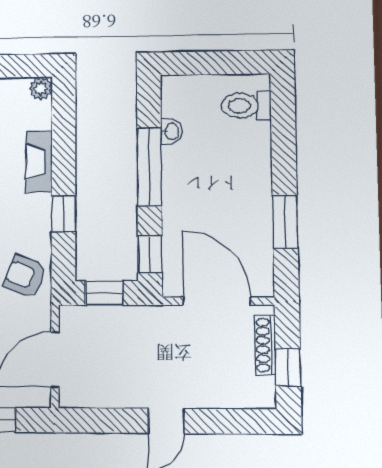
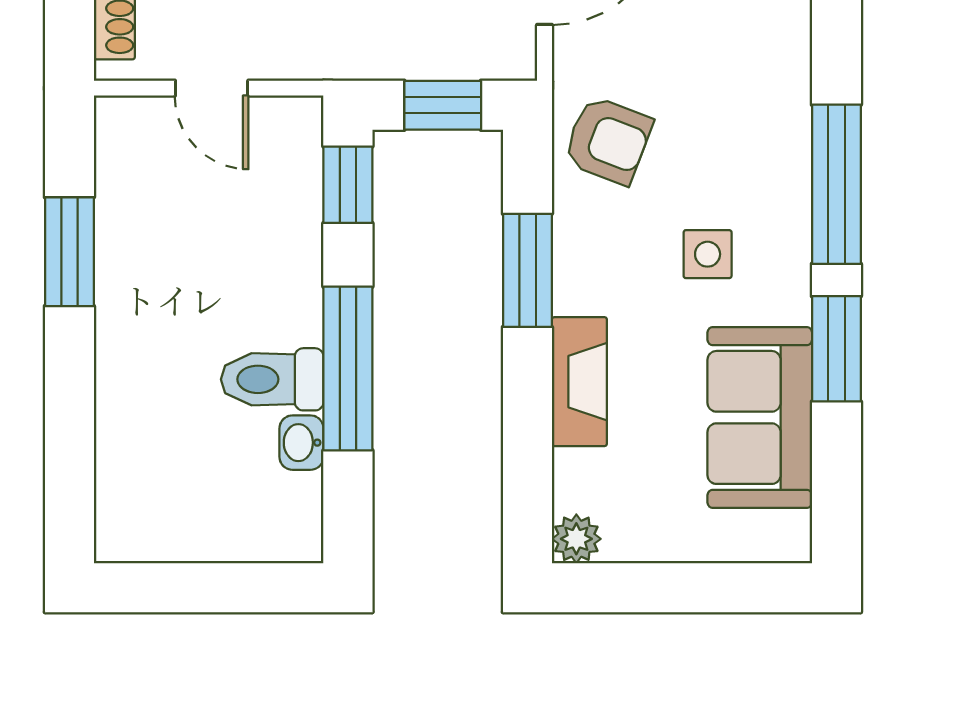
toilet: (246, 106) -> (272, 379), moved, turned 180
window: (64, 214) -> (527, 270), width x1.50
door: (217, 301) -> (212, 88), width x0.53

